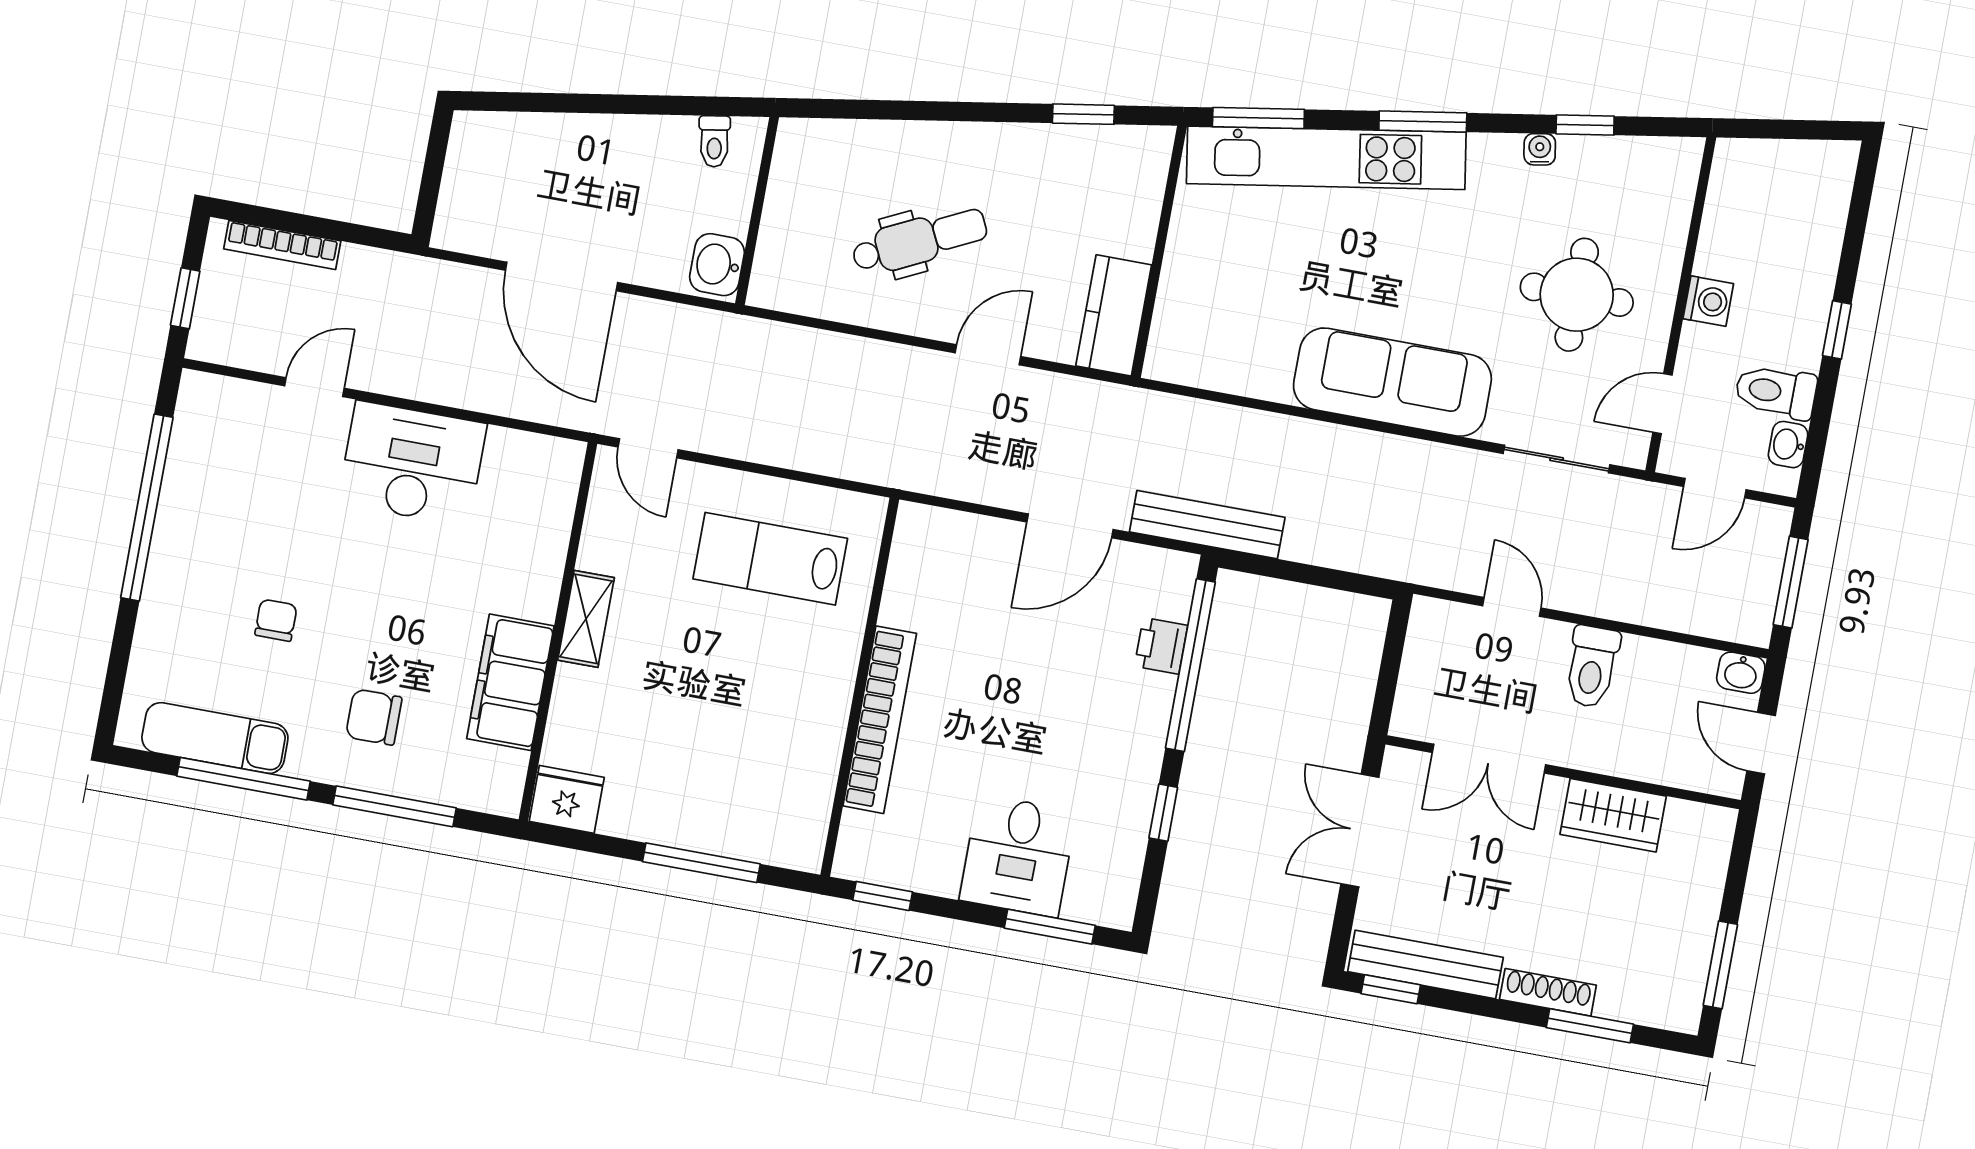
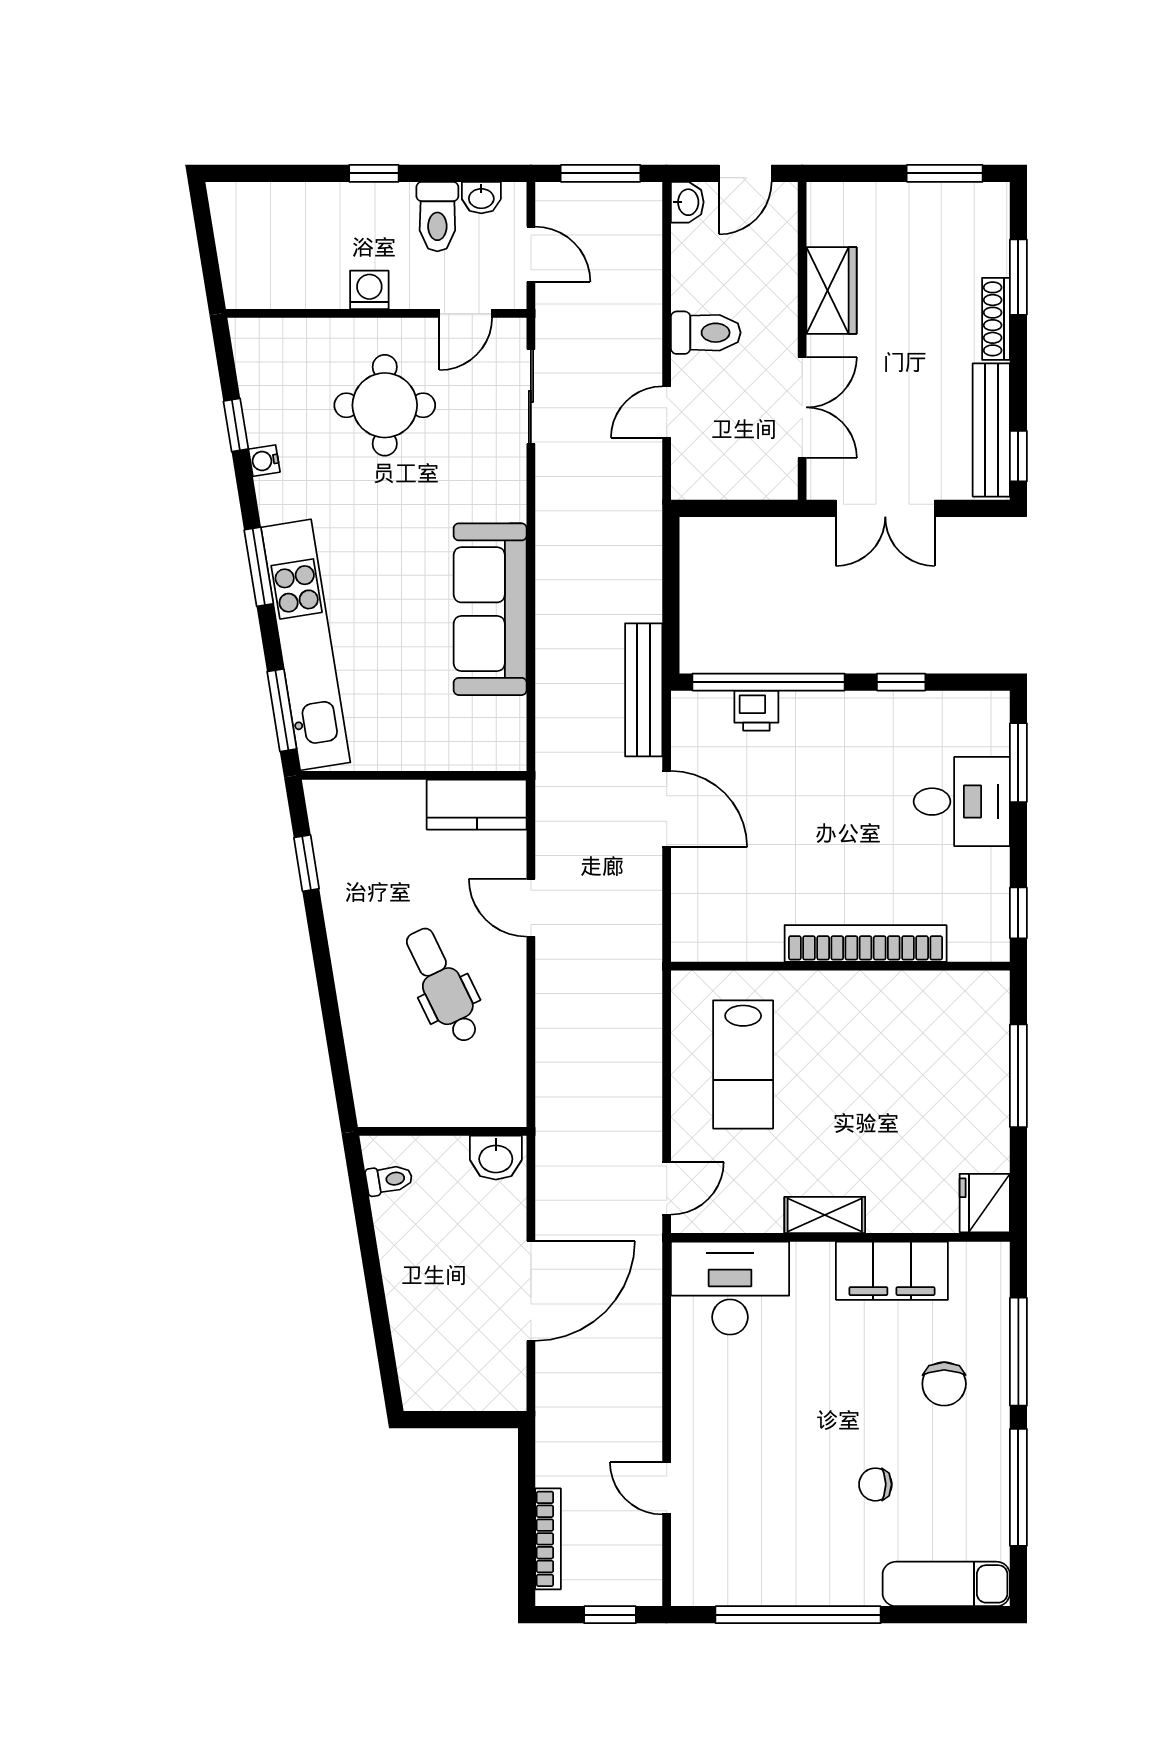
sofa: (1392, 382) -> (490, 609), moved
door: (1662, 404) -> (466, 313), hinge flipped
desk: (412, 463) -> (730, 1288), moved, turned 90
exam couch: (215, 738) -> (946, 1584), moved, turned 90

